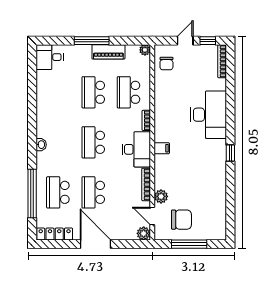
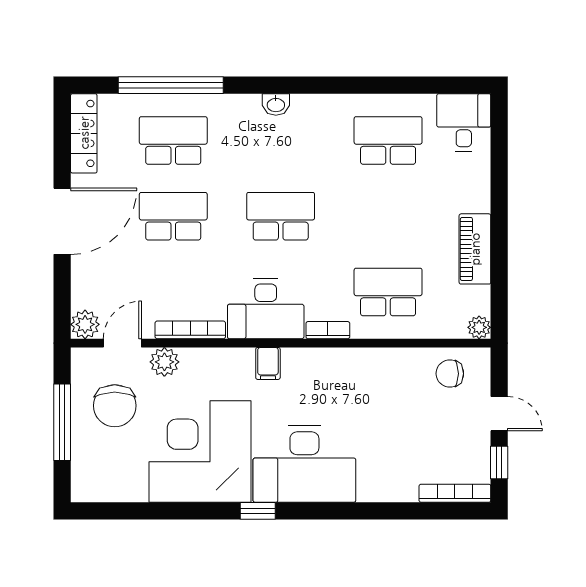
window: (92, 41) -> (499, 213), removed
school desk: (93, 92) -> (388, 140), moved
desk: (209, 115) -> (304, 464), moved
corner desk: (203, 180) -> (200, 451), added

